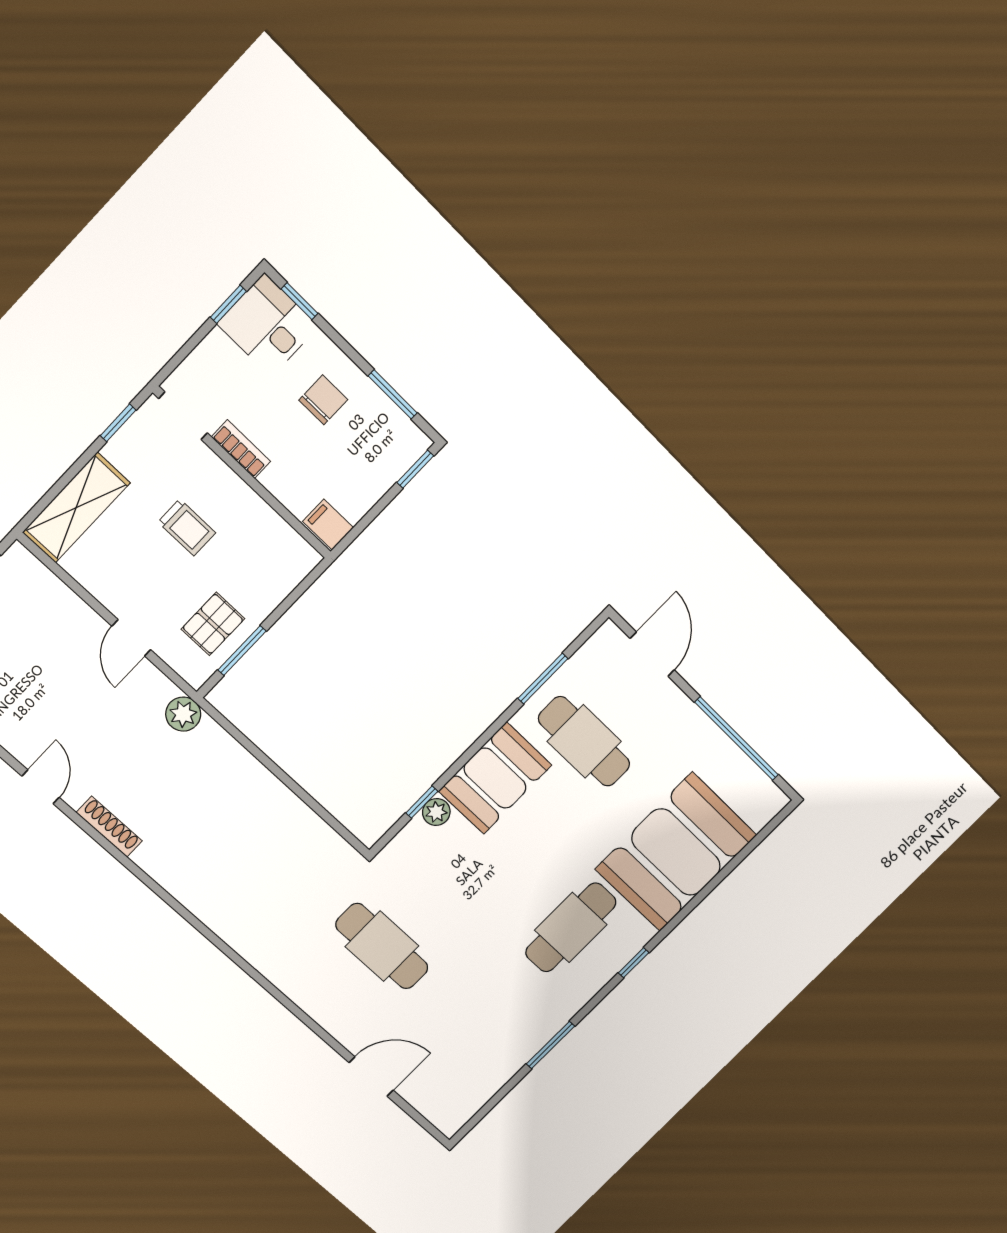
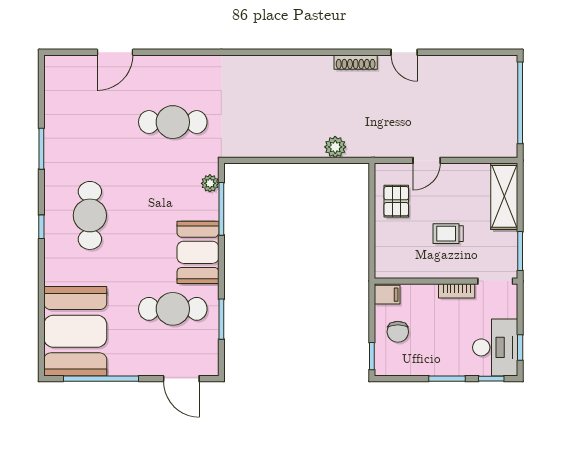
desk: (268, 325) -> (495, 347), width x1.37
window: (393, 394) -> (447, 379), moved
chair: (323, 400) -> (398, 332), moved
window: (118, 423) -> (520, 251), width x1.50
door: (131, 638) -> (427, 160), swing flipped
window: (242, 651) -> (372, 201), removed
plant: (183, 714) -> (335, 147), moved
window: (422, 802) -> (221, 209), width x2.17
plant: (436, 812) -> (210, 183), moved
booth: (676, 852) -> (75, 331), moved

